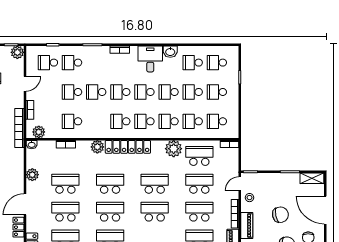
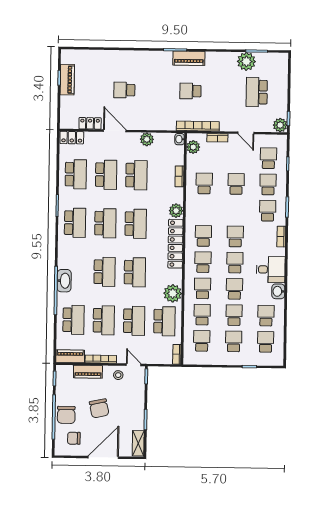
school desk: (96, 92) -> (268, 211), moved

